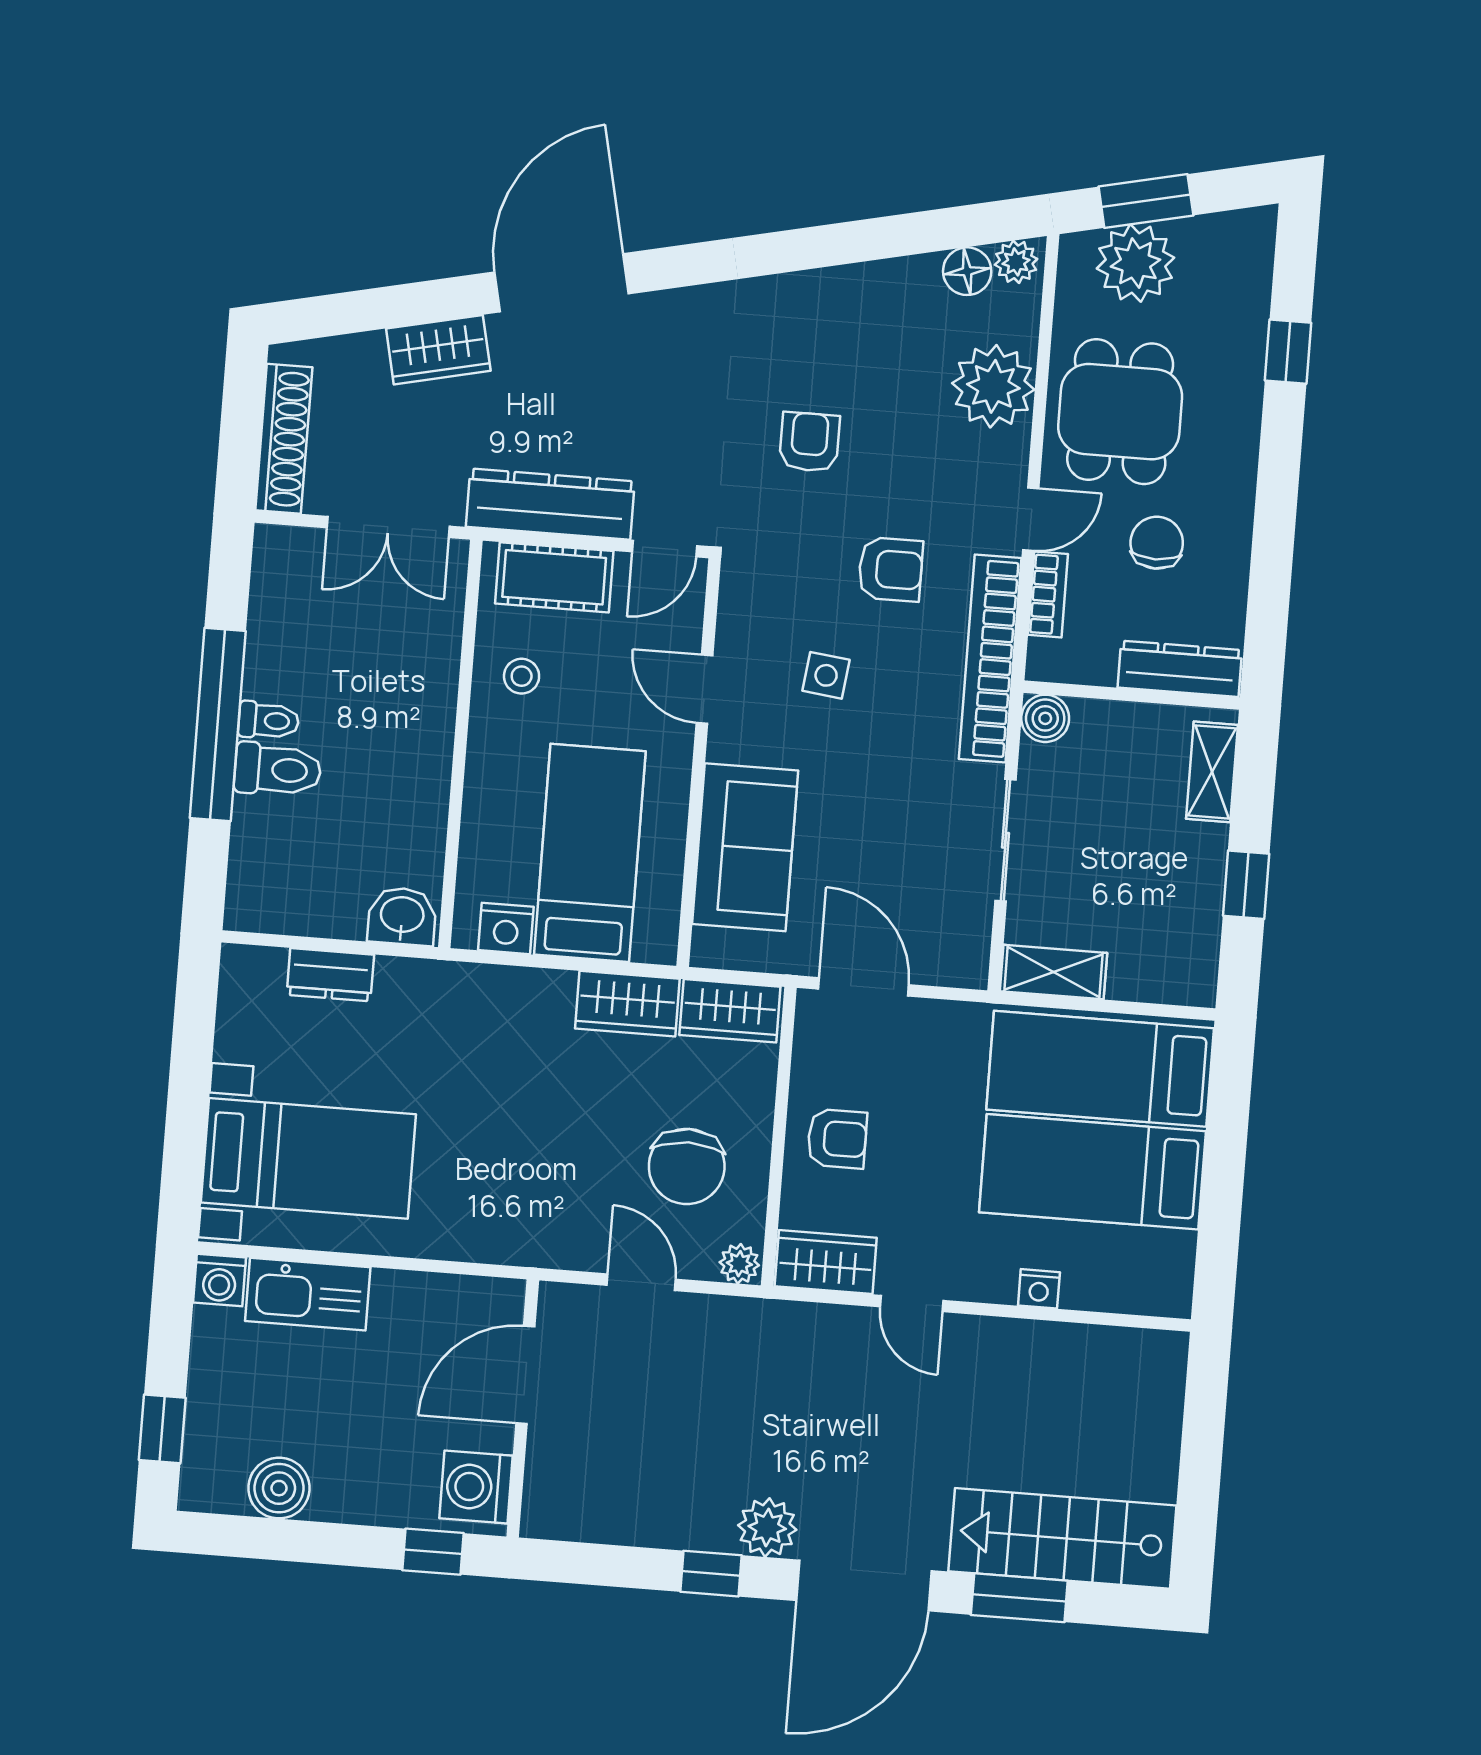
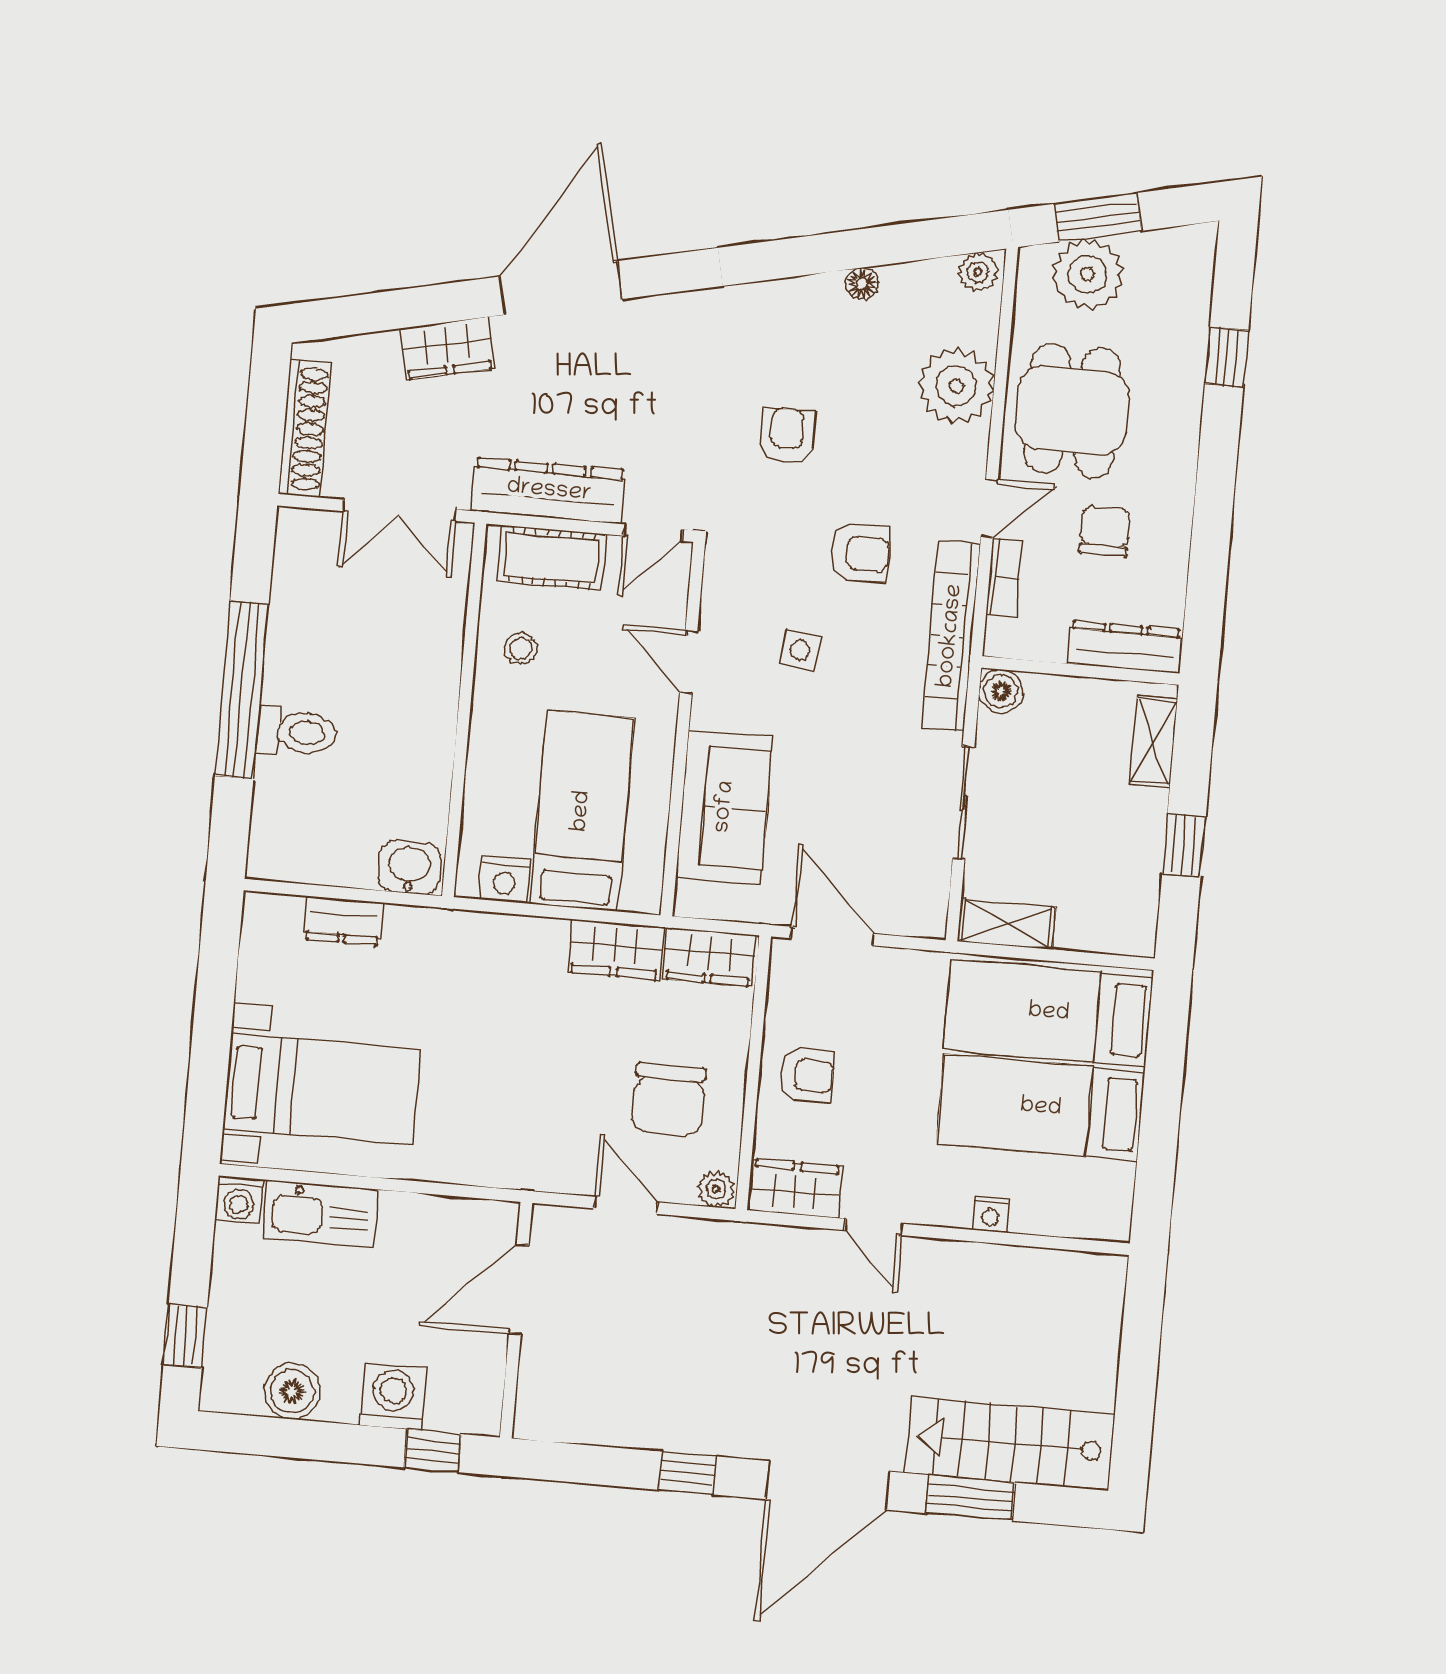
floor lamp: (967, 271) -> (862, 284), moved, width x0.73, depth x0.73
toilet: (269, 721) -> (289, 687), removed
washing machine: (476, 1487) -> (393, 1397), moved, turned 90
plant: (767, 1528) -> (739, 1431), removed

